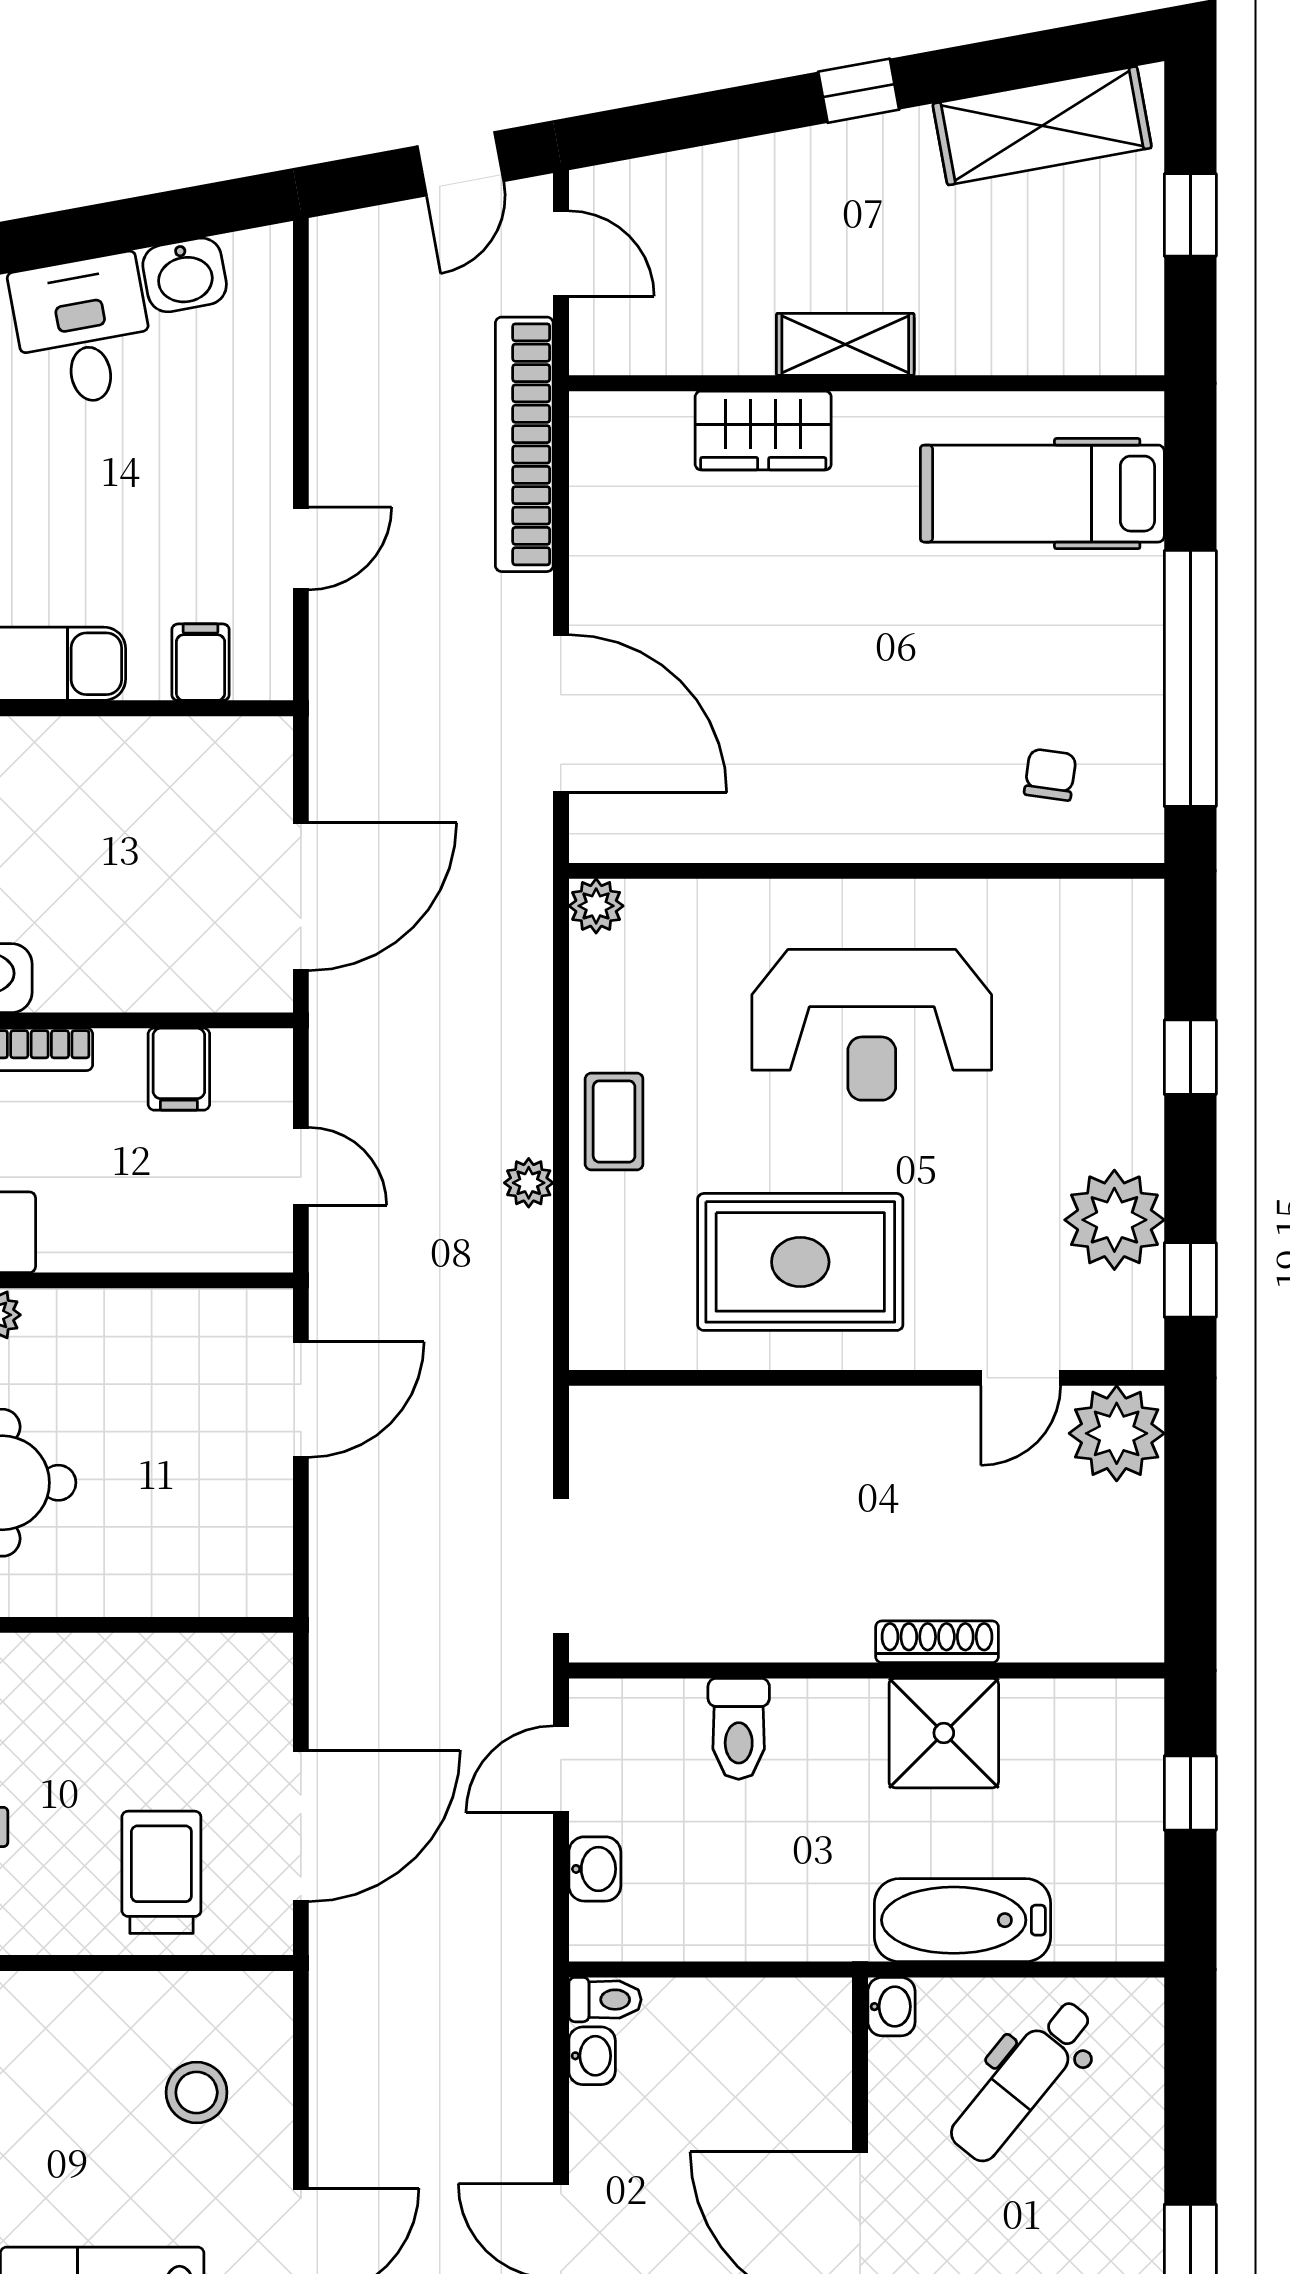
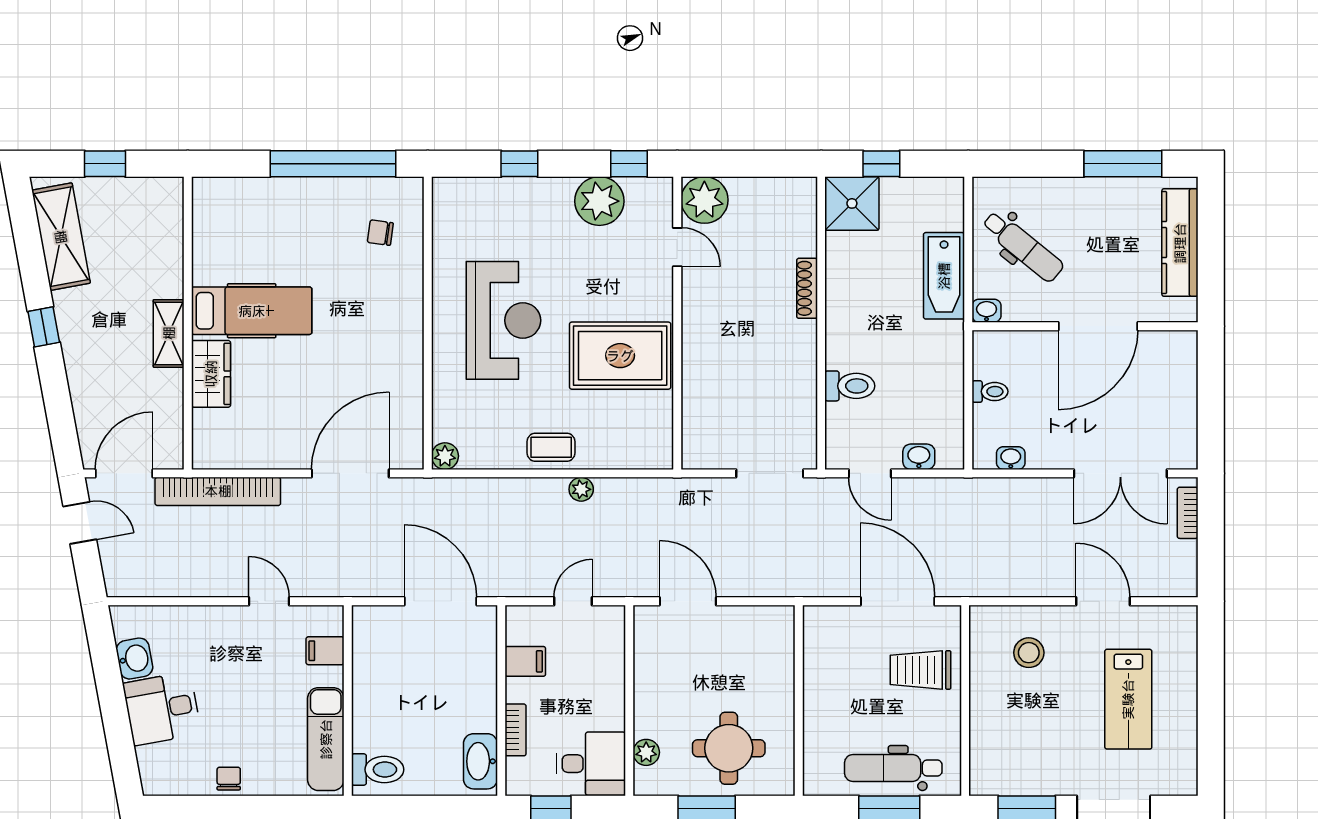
door: (561, 254) -> (124, 473), width x1.38
hospital bed: (1042, 494) -> (252, 311), moved, turned -90
rug: (800, 1262) -> (620, 356), turned 90
shower: (944, 1733) -> (852, 203), moved
toilet: (605, 2000) -> (990, 392), moved, turned 90

